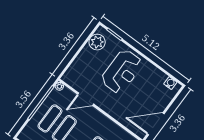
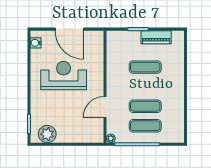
reception desk: (122, 72) -> (64, 76), moved
door: (86, 99) -> (105, 107), swing flipped
door: (156, 124) -> (69, 29), moved

